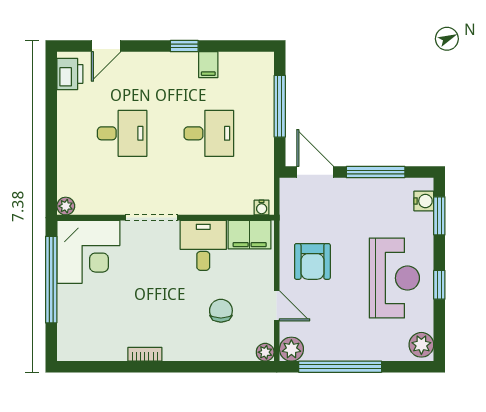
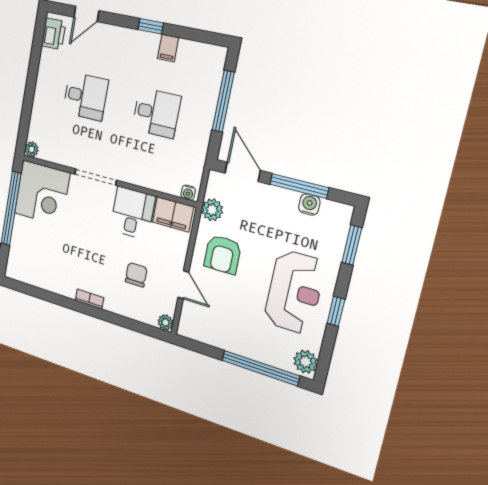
water cooler: (424, 201) -> (309, 205), moved, turned -90
plant: (291, 349) -> (212, 210), moved
bookcase: (145, 354) -> (89, 299), moved
window: (340, 367) -> (260, 368), moved

